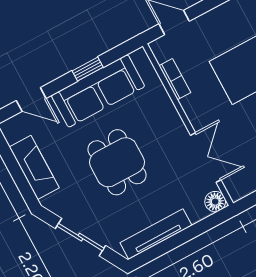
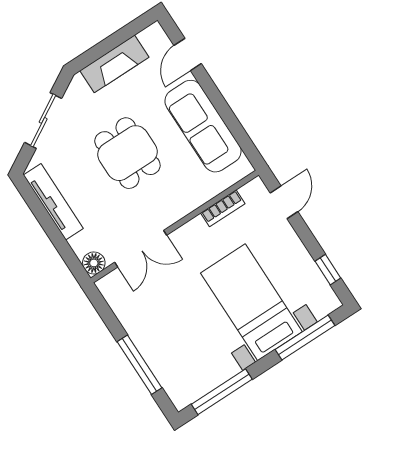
window: (88, 69) -> (226, 113), removed
dining table: (117, 162) -> (127, 153), turned 90

